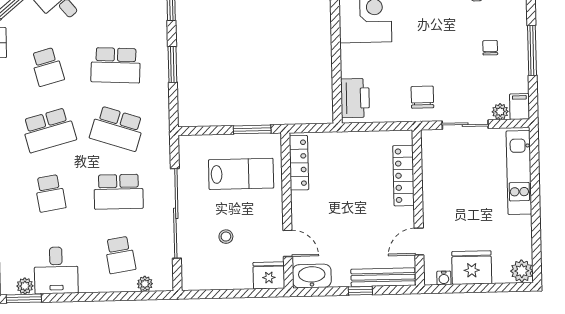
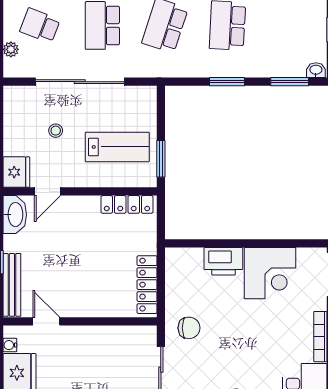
printer: (355, 98) -> (223, 261), moved
lab bench: (241, 174) -> (117, 147), turned -90
locker: (404, 176) -> (147, 285), moved, turned -90
school desk: (120, 255) -> (40, 25), turned 30

